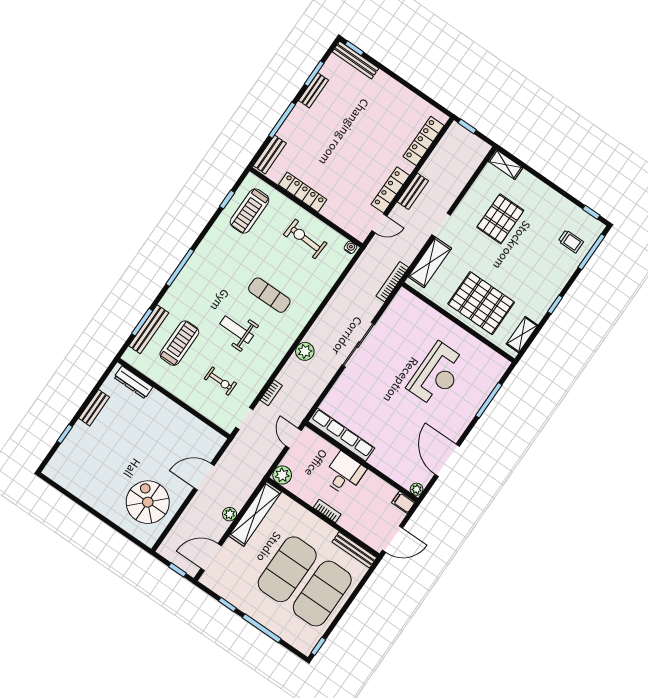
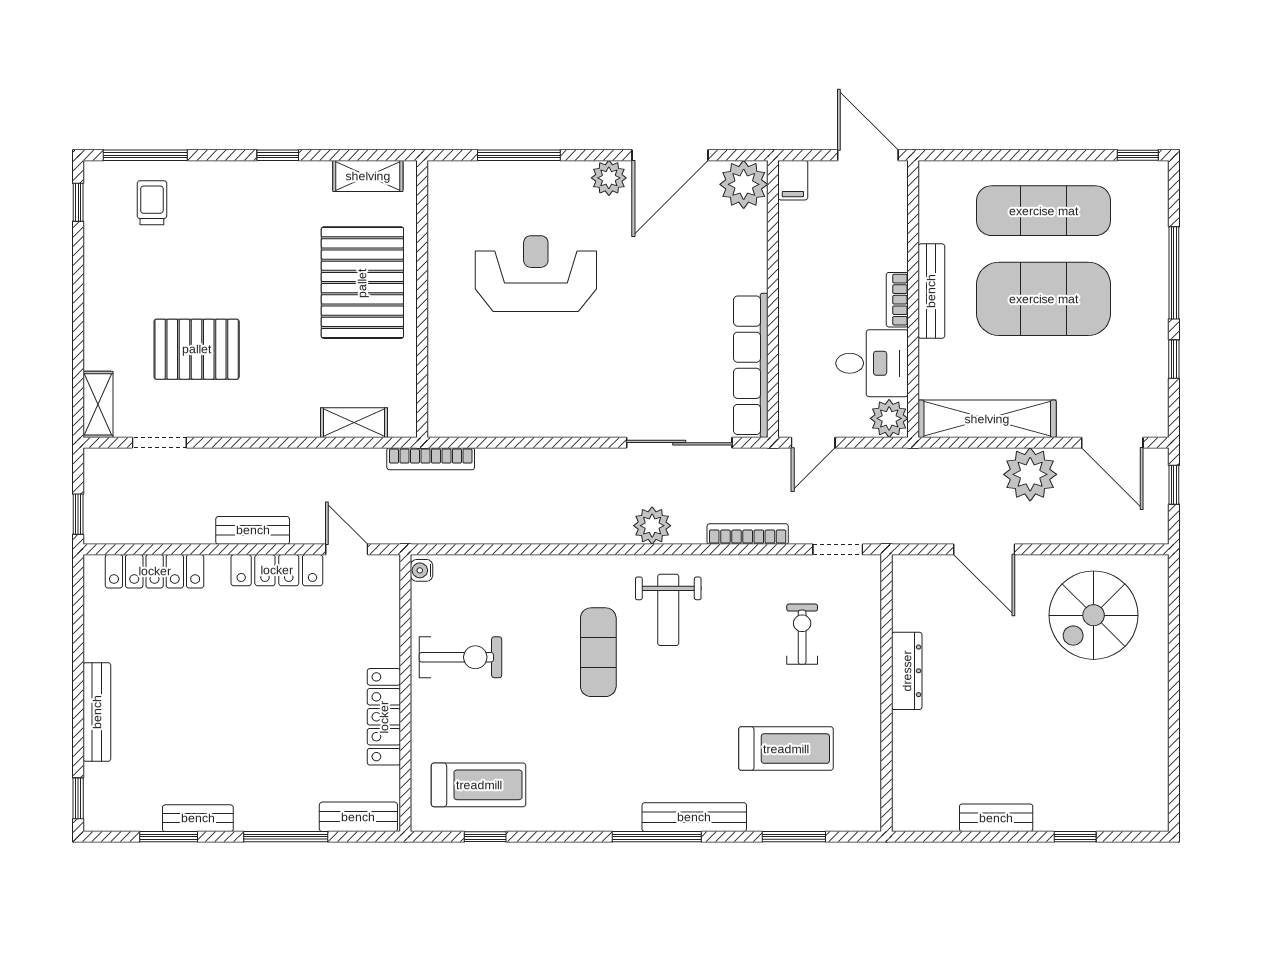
bench: (356, 60) -> (97, 712), moved
doorway: (441, 225) -> (159, 443), moved
exercise bike: (305, 239) -> (460, 657), turned -93
shelving: (430, 263) -> (354, 423), width x0.67, depth x0.75
bench: (149, 329) -> (694, 817), moved
weight bench: (237, 330) -> (668, 610), moved
treadmill: (179, 343) -> (786, 749), turned 180
sliding door: (358, 345) -> (679, 443), moved
dresser: (133, 382) -> (907, 671), moved
bookcase: (271, 393) -> (748, 534), width x1.56
plant: (455, 430) -> (609, 178), added
desk: (344, 474) -> (872, 363), moved, turned 180
plant: (417, 489) -> (744, 184), width x1.88, depth x1.88
plant: (230, 514) -> (1030, 474), width x1.87, depth x1.87
bench: (354, 550) -> (931, 291), moved
exercise mat: (322, 594) -> (1044, 211), width x0.68

